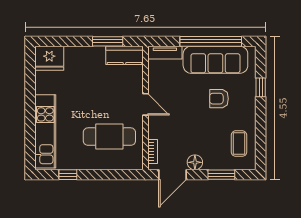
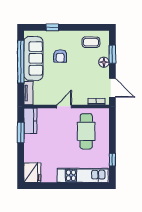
floor lamp: (195, 162) -> (104, 62), moved

